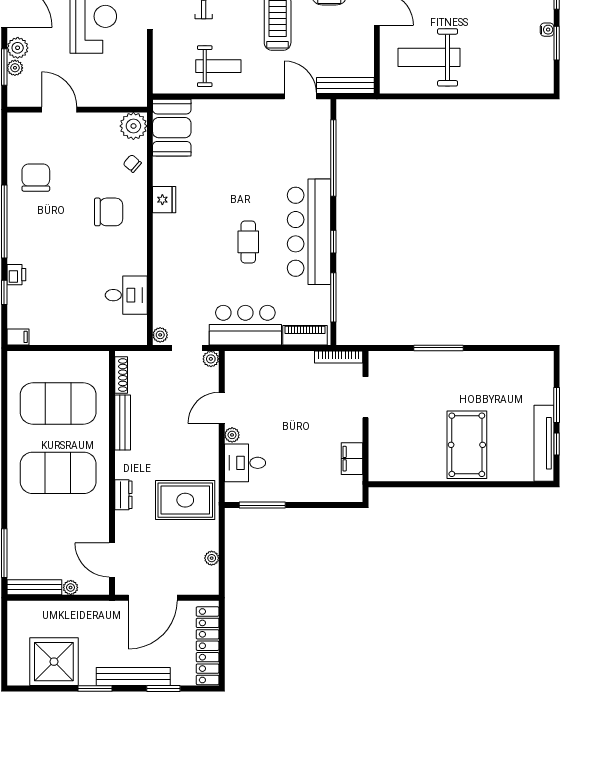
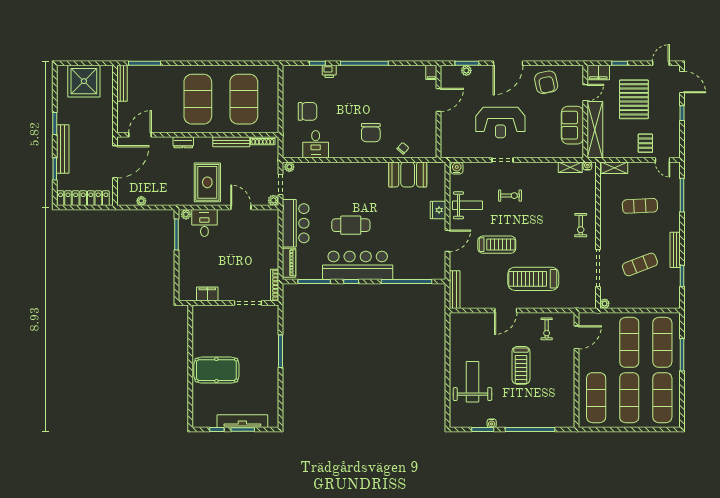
plant: (18, 48) -> (480, 72), removed
weight bench: (429, 57) -> (472, 382), moved
weight bench: (218, 66) -> (467, 205), turned -90
water cooler: (162, 82) -> (457, 168), added
door: (300, 96) -> (447, 241), moved
plant: (133, 126) -> (428, 149), removed
booth: (172, 128) -> (408, 174), moved
chair: (36, 178) -> (307, 111), moved
fridge: (164, 200) -> (438, 210), moved, turned 90
cafe table: (248, 242) -> (351, 225), width x1.37, depth x1.35
filing cabinet: (18, 337) -> (431, 72), moved
plant: (232, 435) -> (186, 214), moved
tv unit: (544, 443) -> (242, 421), moved
rug: (185, 500) -> (207, 182), moved
plant: (71, 587) -> (122, 107), removed
door: (153, 598) -> (115, 162), swing flipped
shower: (54, 662) -> (84, 81), moved

